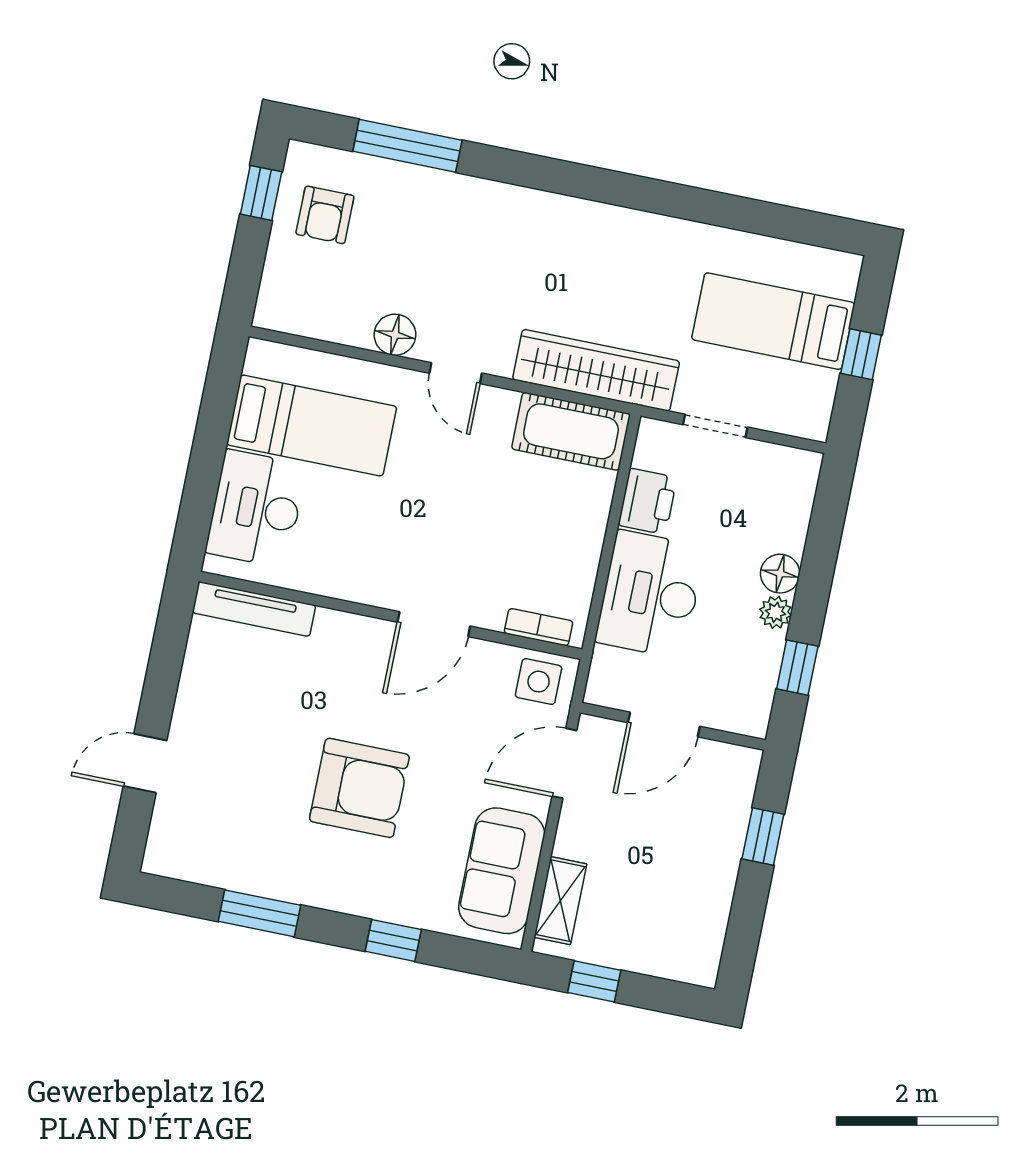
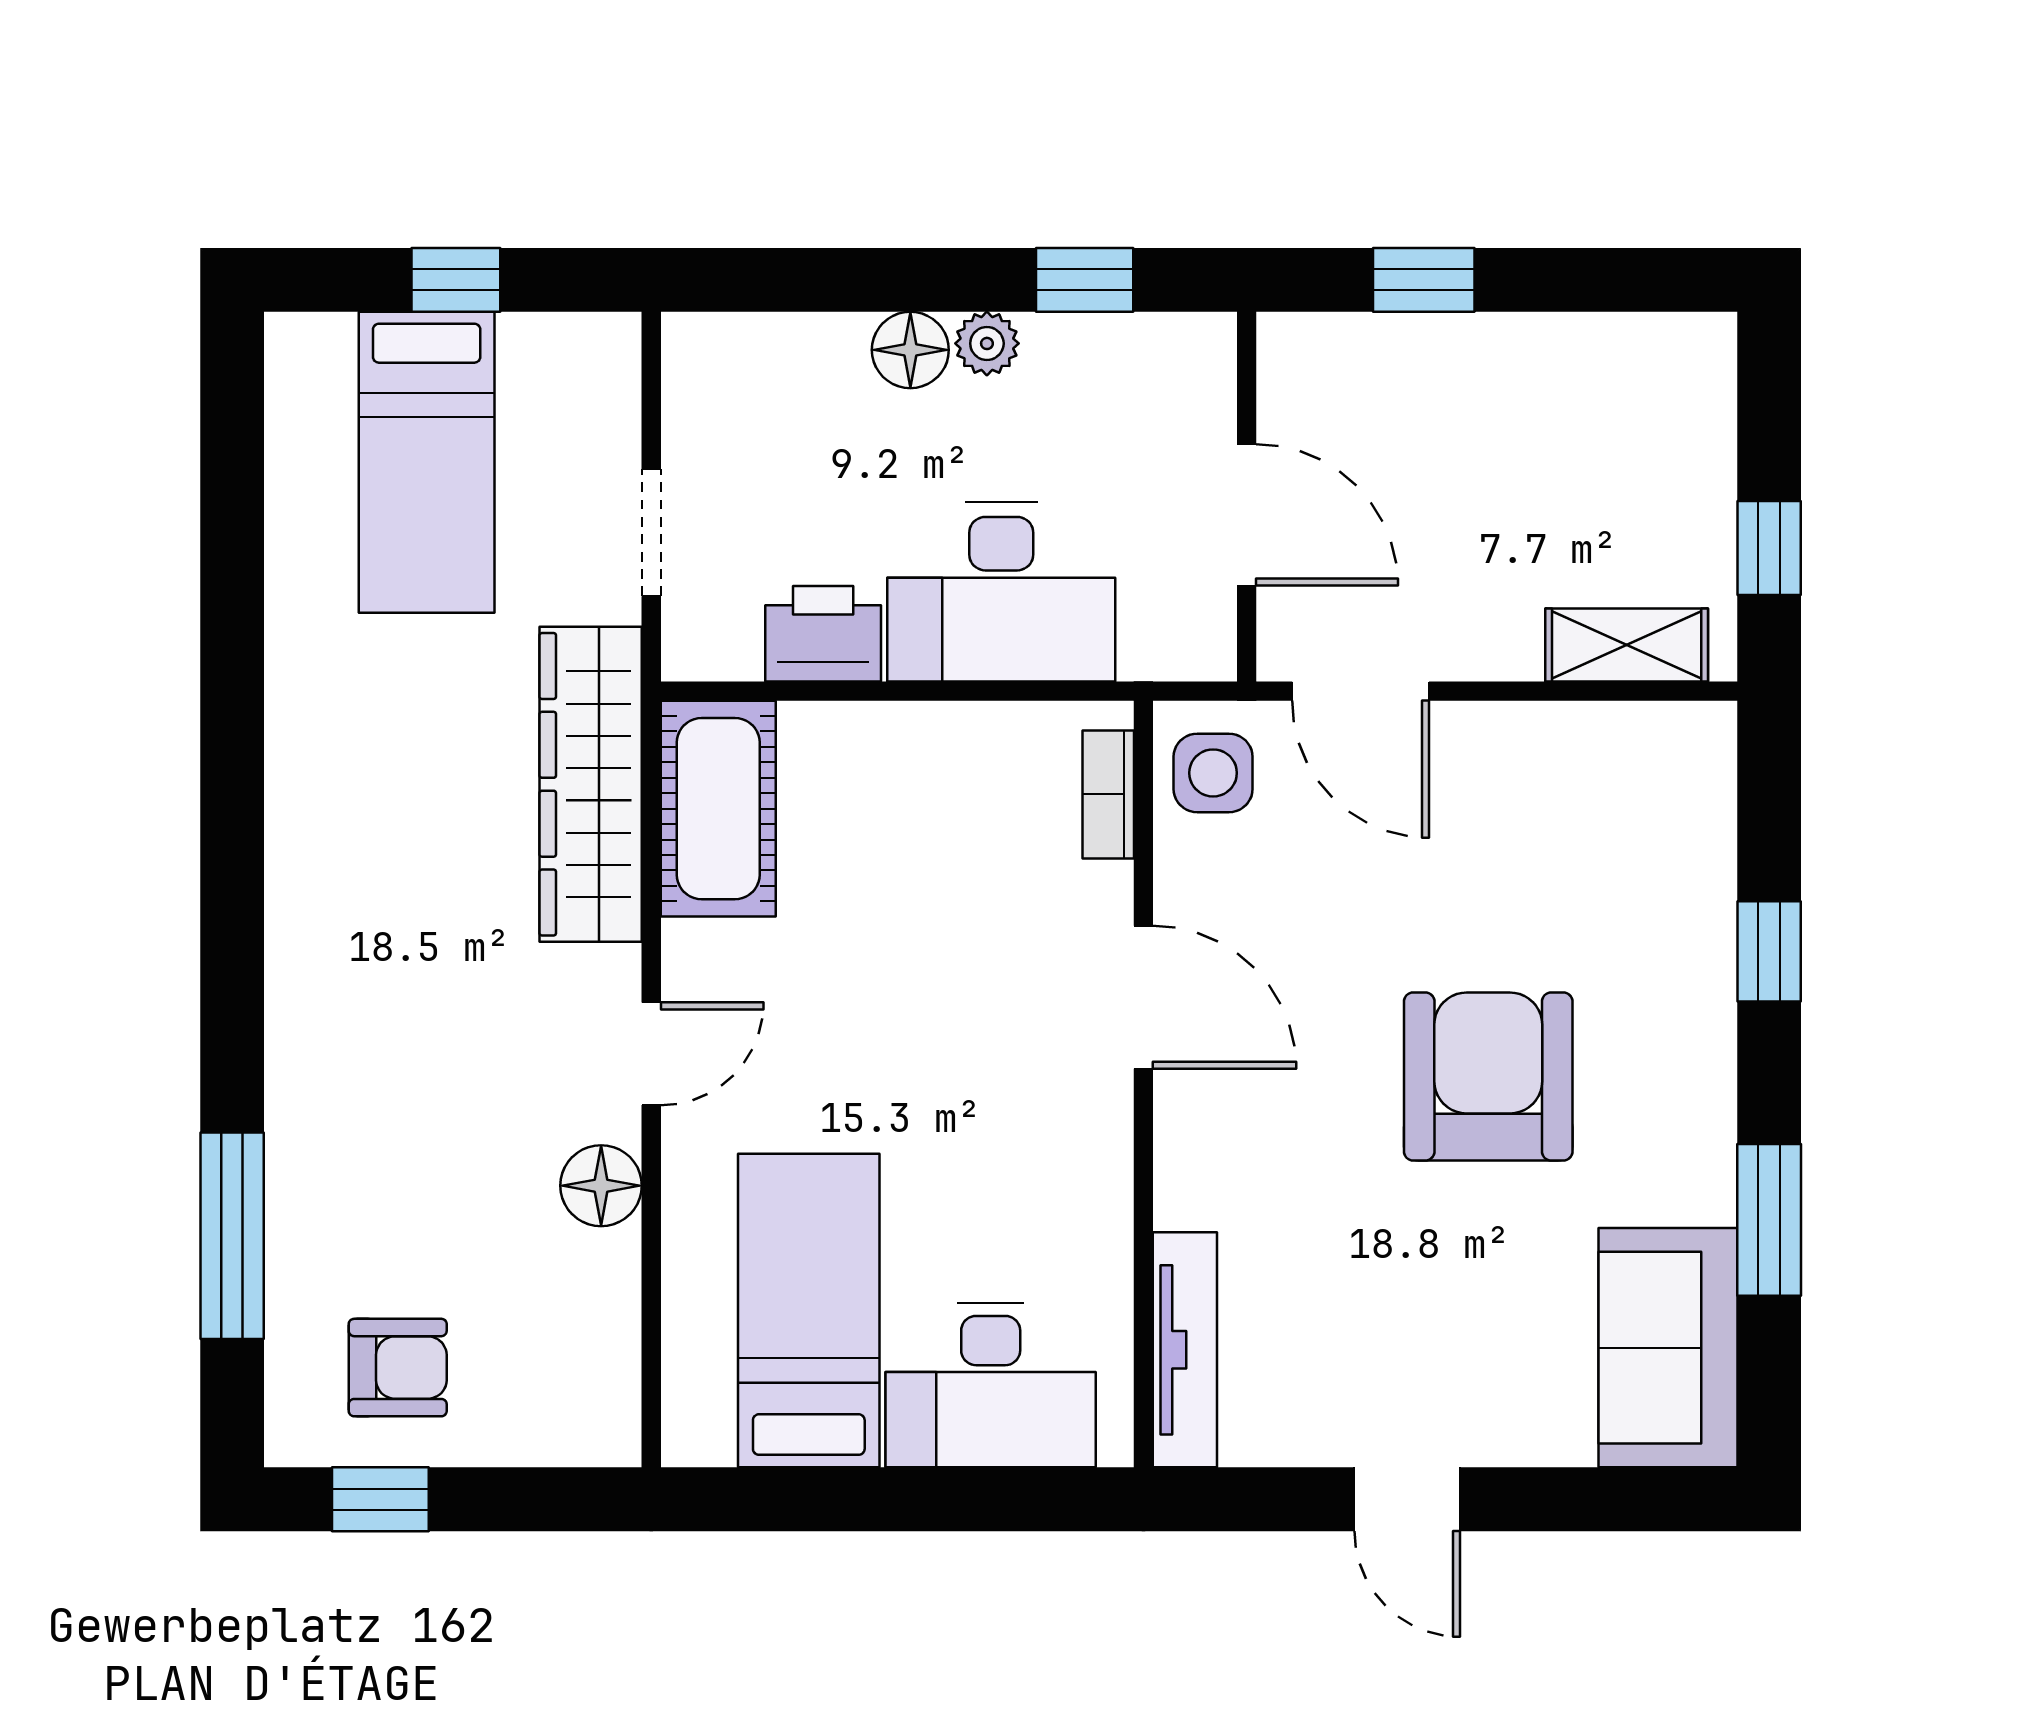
door: (145, 763) -> (1407, 1499), moved
sofa: (502, 871) -> (1668, 1348), moved, turned 90

